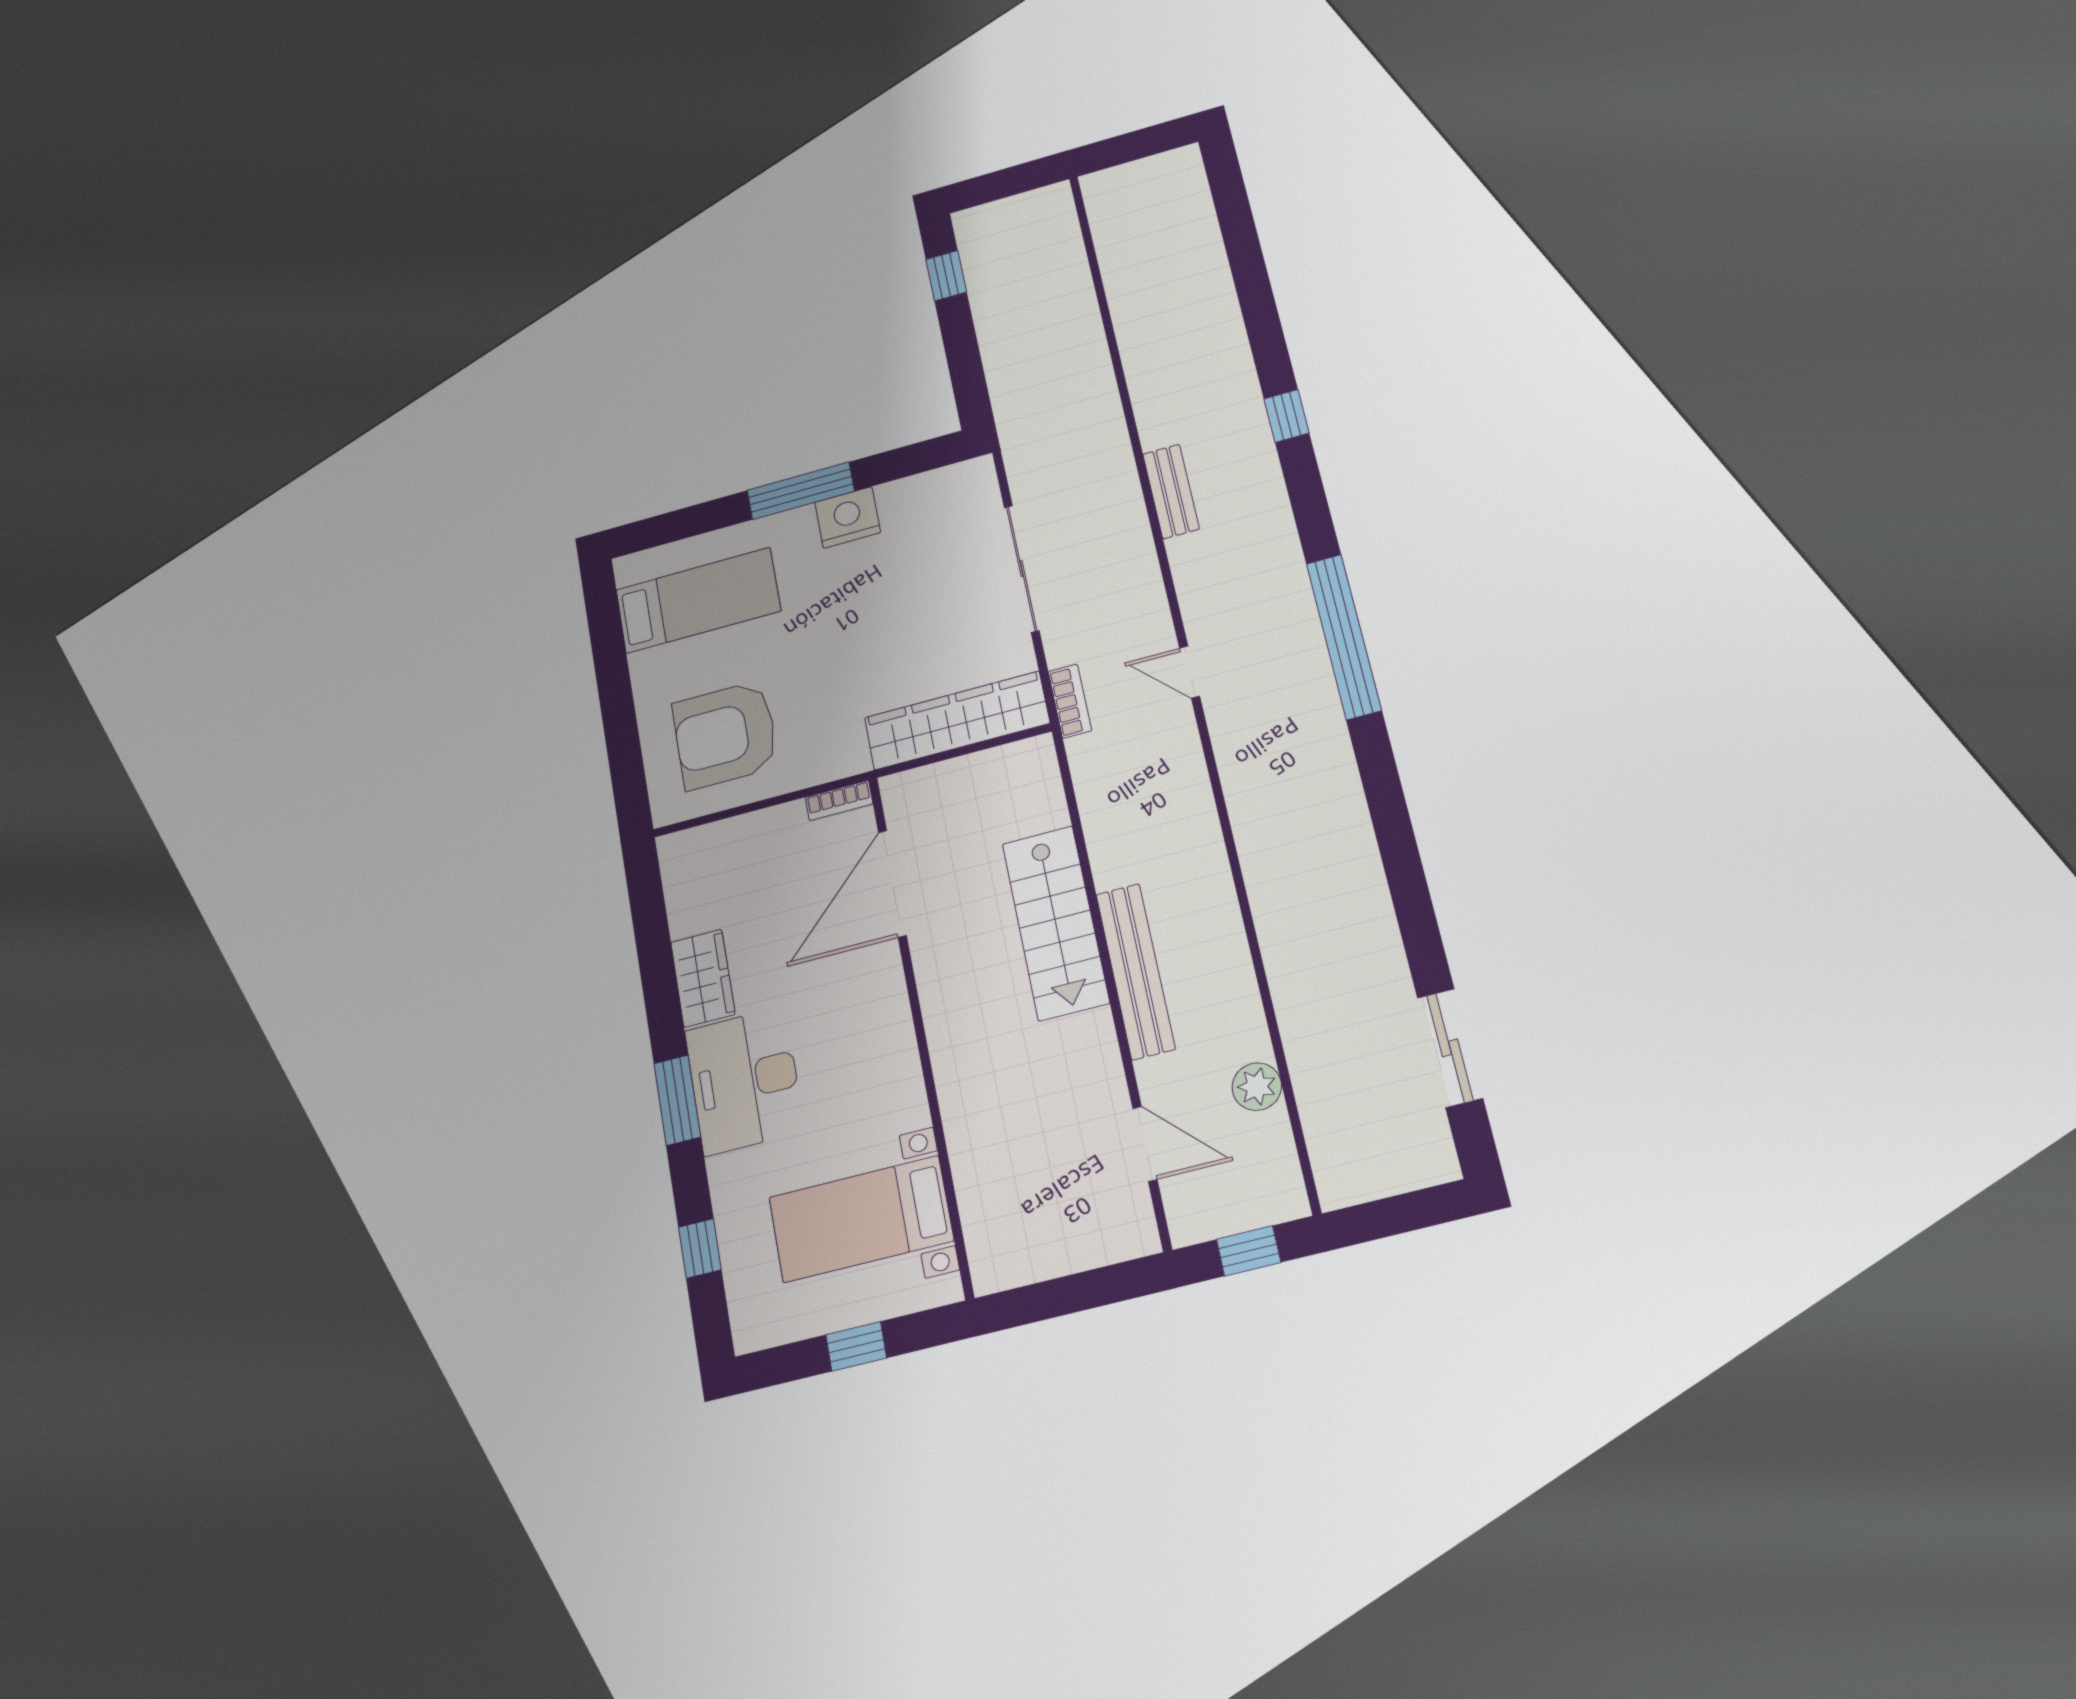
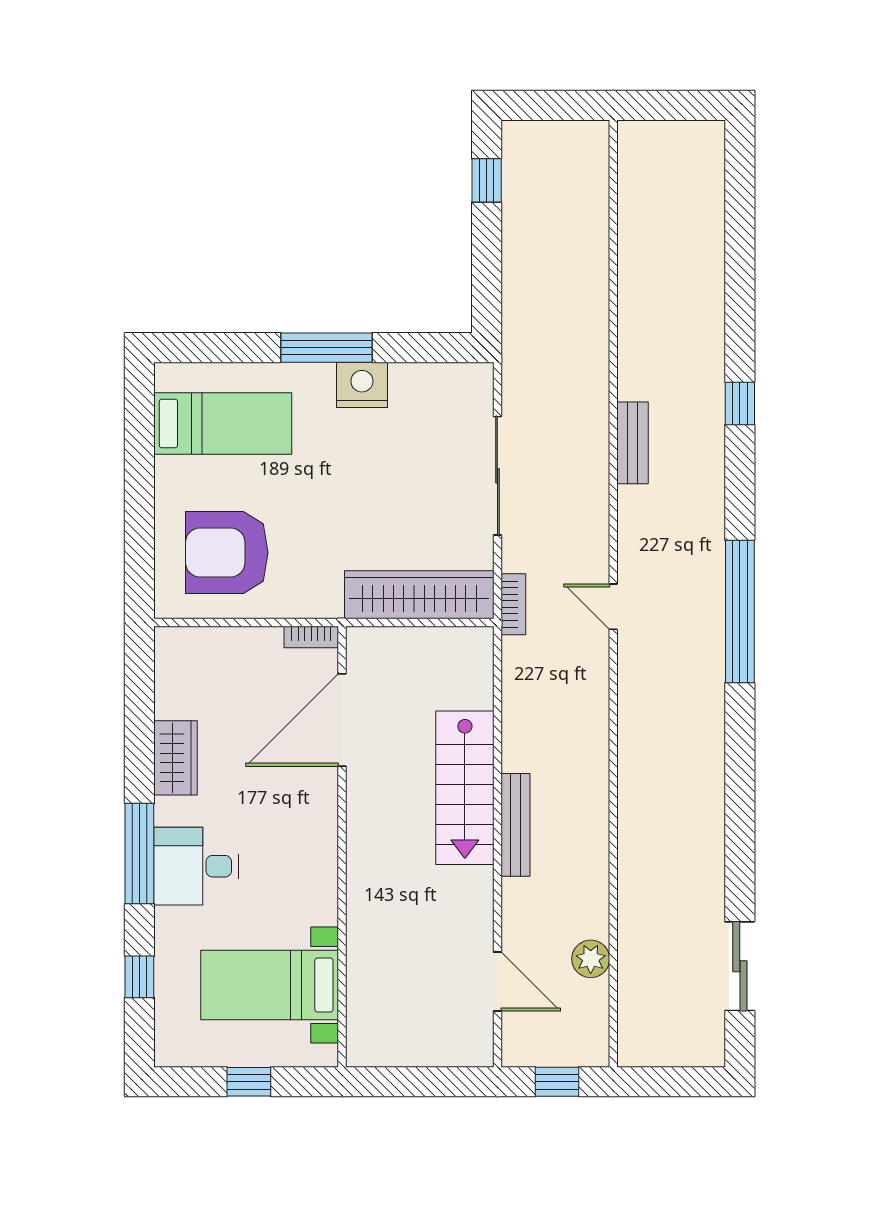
bench: (1135, 971) -> (516, 825), width x0.73, depth x0.82
desk: (745, 1081) -> (196, 866), width x0.73
window: (677, 1100) -> (139, 853), width x1.44

